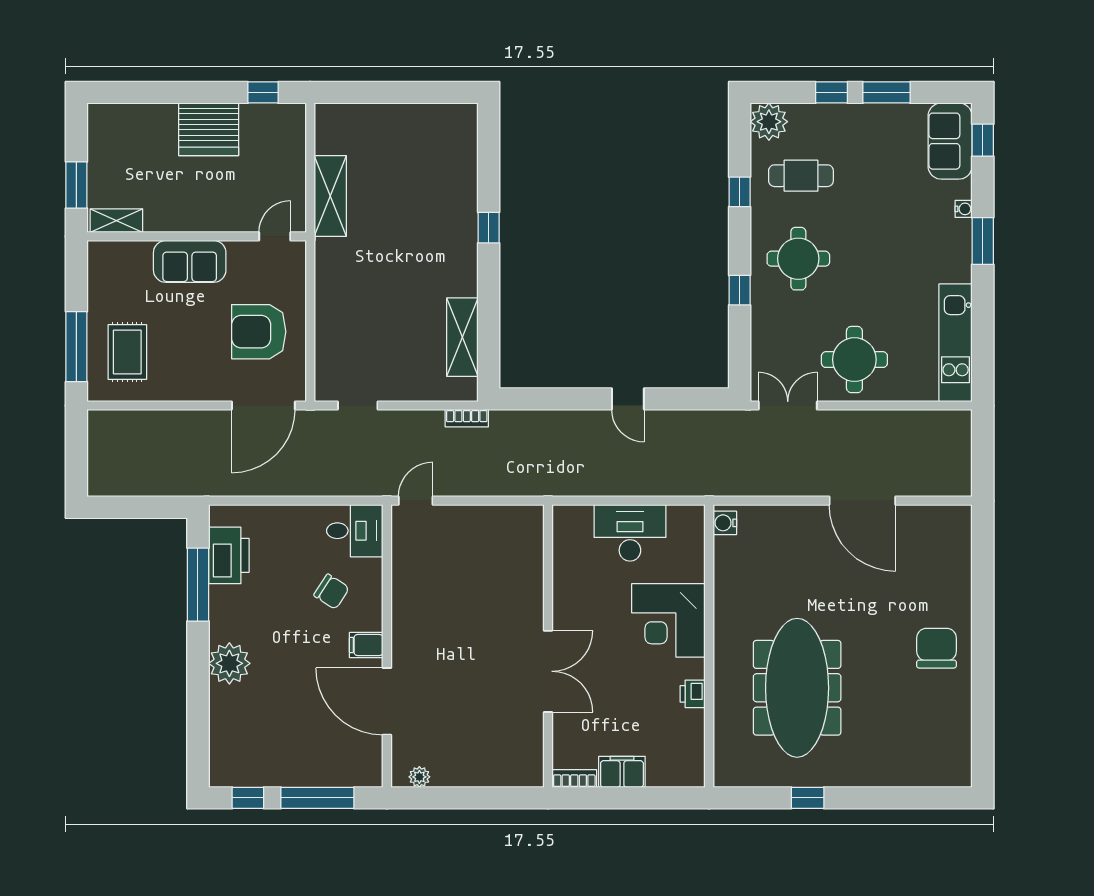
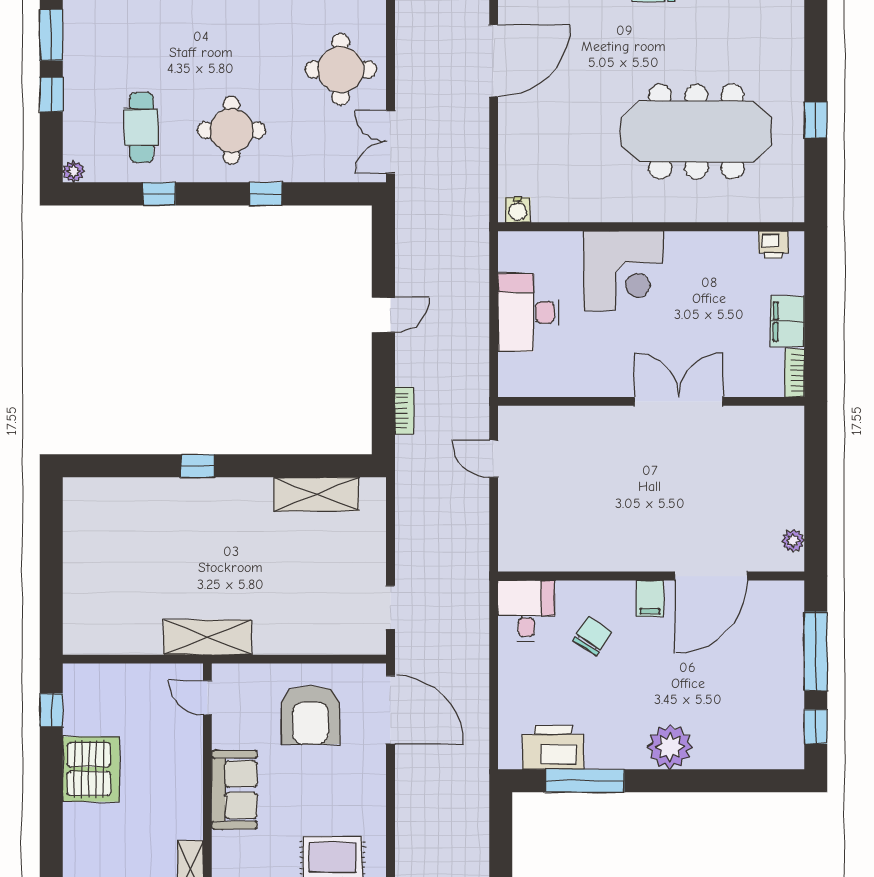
plant: (769, 122) -> (74, 172), width x0.53, depth x0.53
shelving: (330, 196) -> (207, 637), moved
bookcase: (467, 418) -> (404, 410), moved
door: (416, 501) -> (494, 459), moved
printer: (693, 694) -> (773, 245), moved

